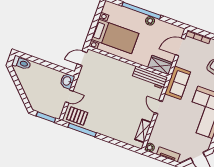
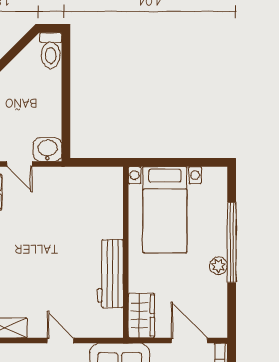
door: (82, 58) -> (101, 162), removed
workbench: (150, 78) -> (110, 274), moved
door: (158, 107) -> (60, 340), hinge flipped

